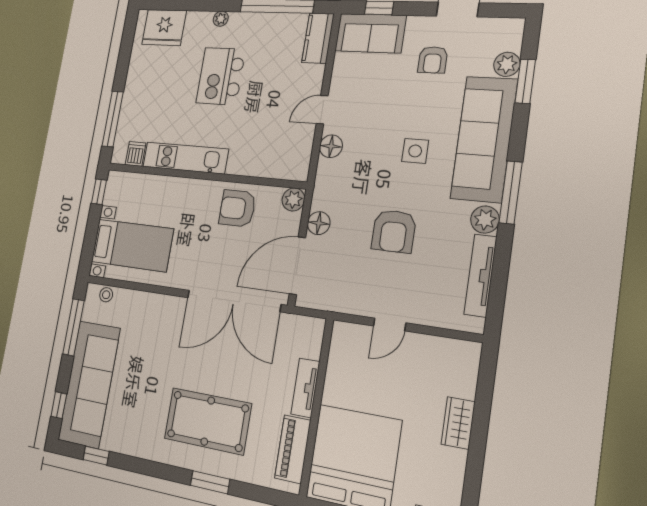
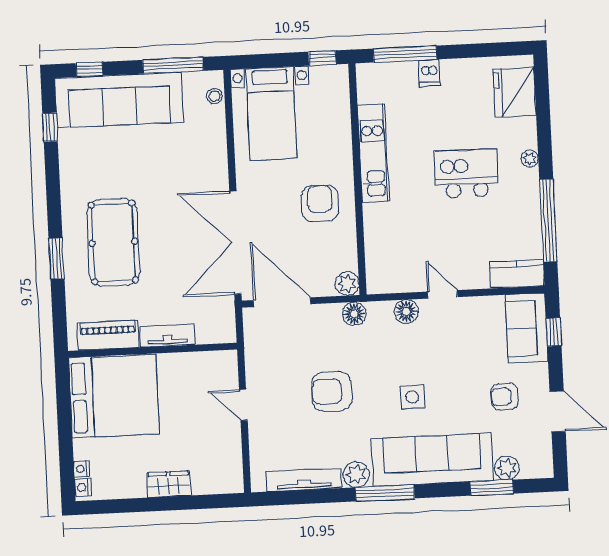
dishwasher: (136, 154) -> (429, 73), moved, turned 90
armchair: (237, 208) -> (320, 203), moved
floor lamp: (319, 223) -> (354, 314), moved

